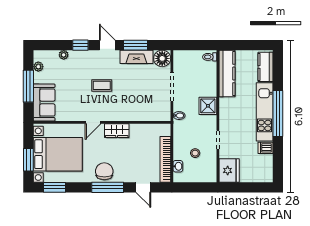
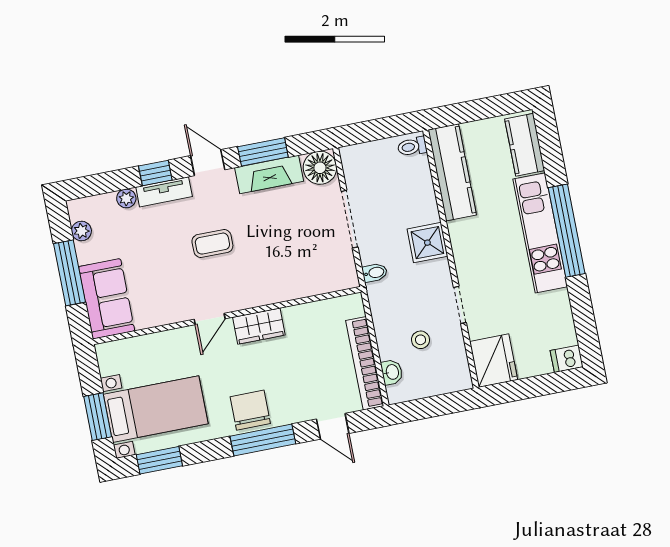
tv unit: (83, 55) -> (164, 192), added
dishwasher: (265, 148) -> (567, 359), moved
bed with nightstands: (58, 154) -> (156, 409), width x0.73

